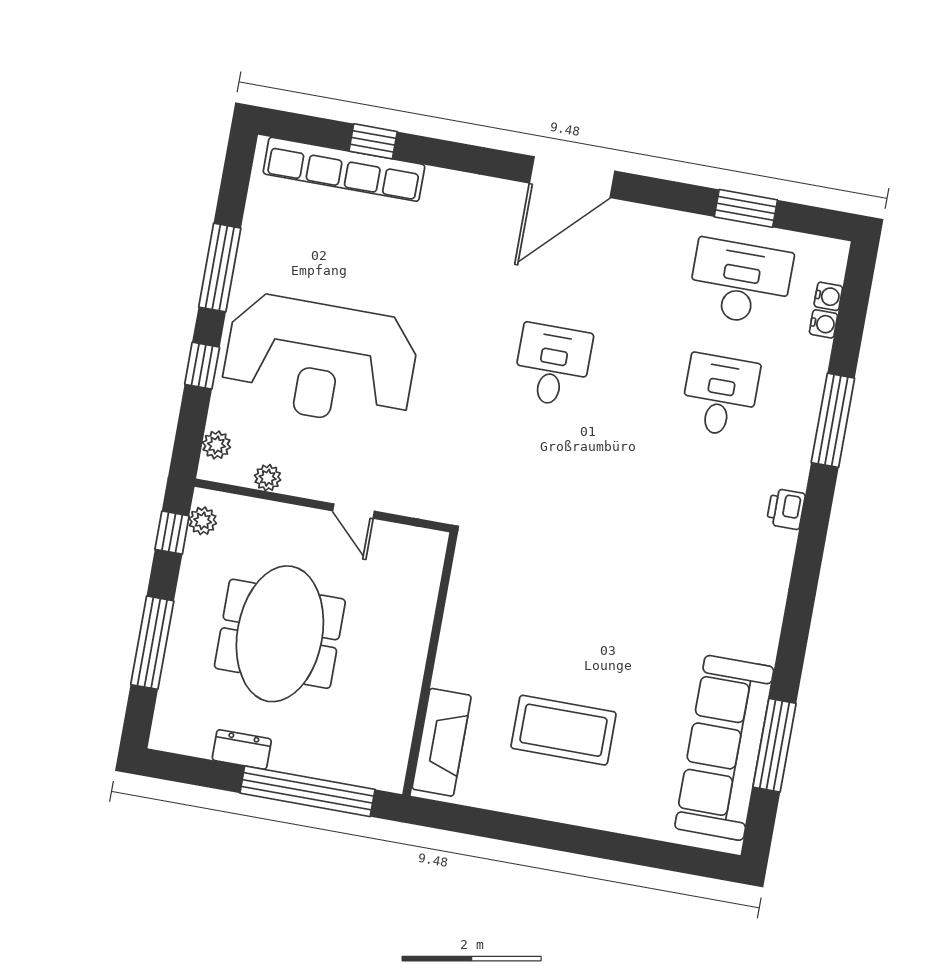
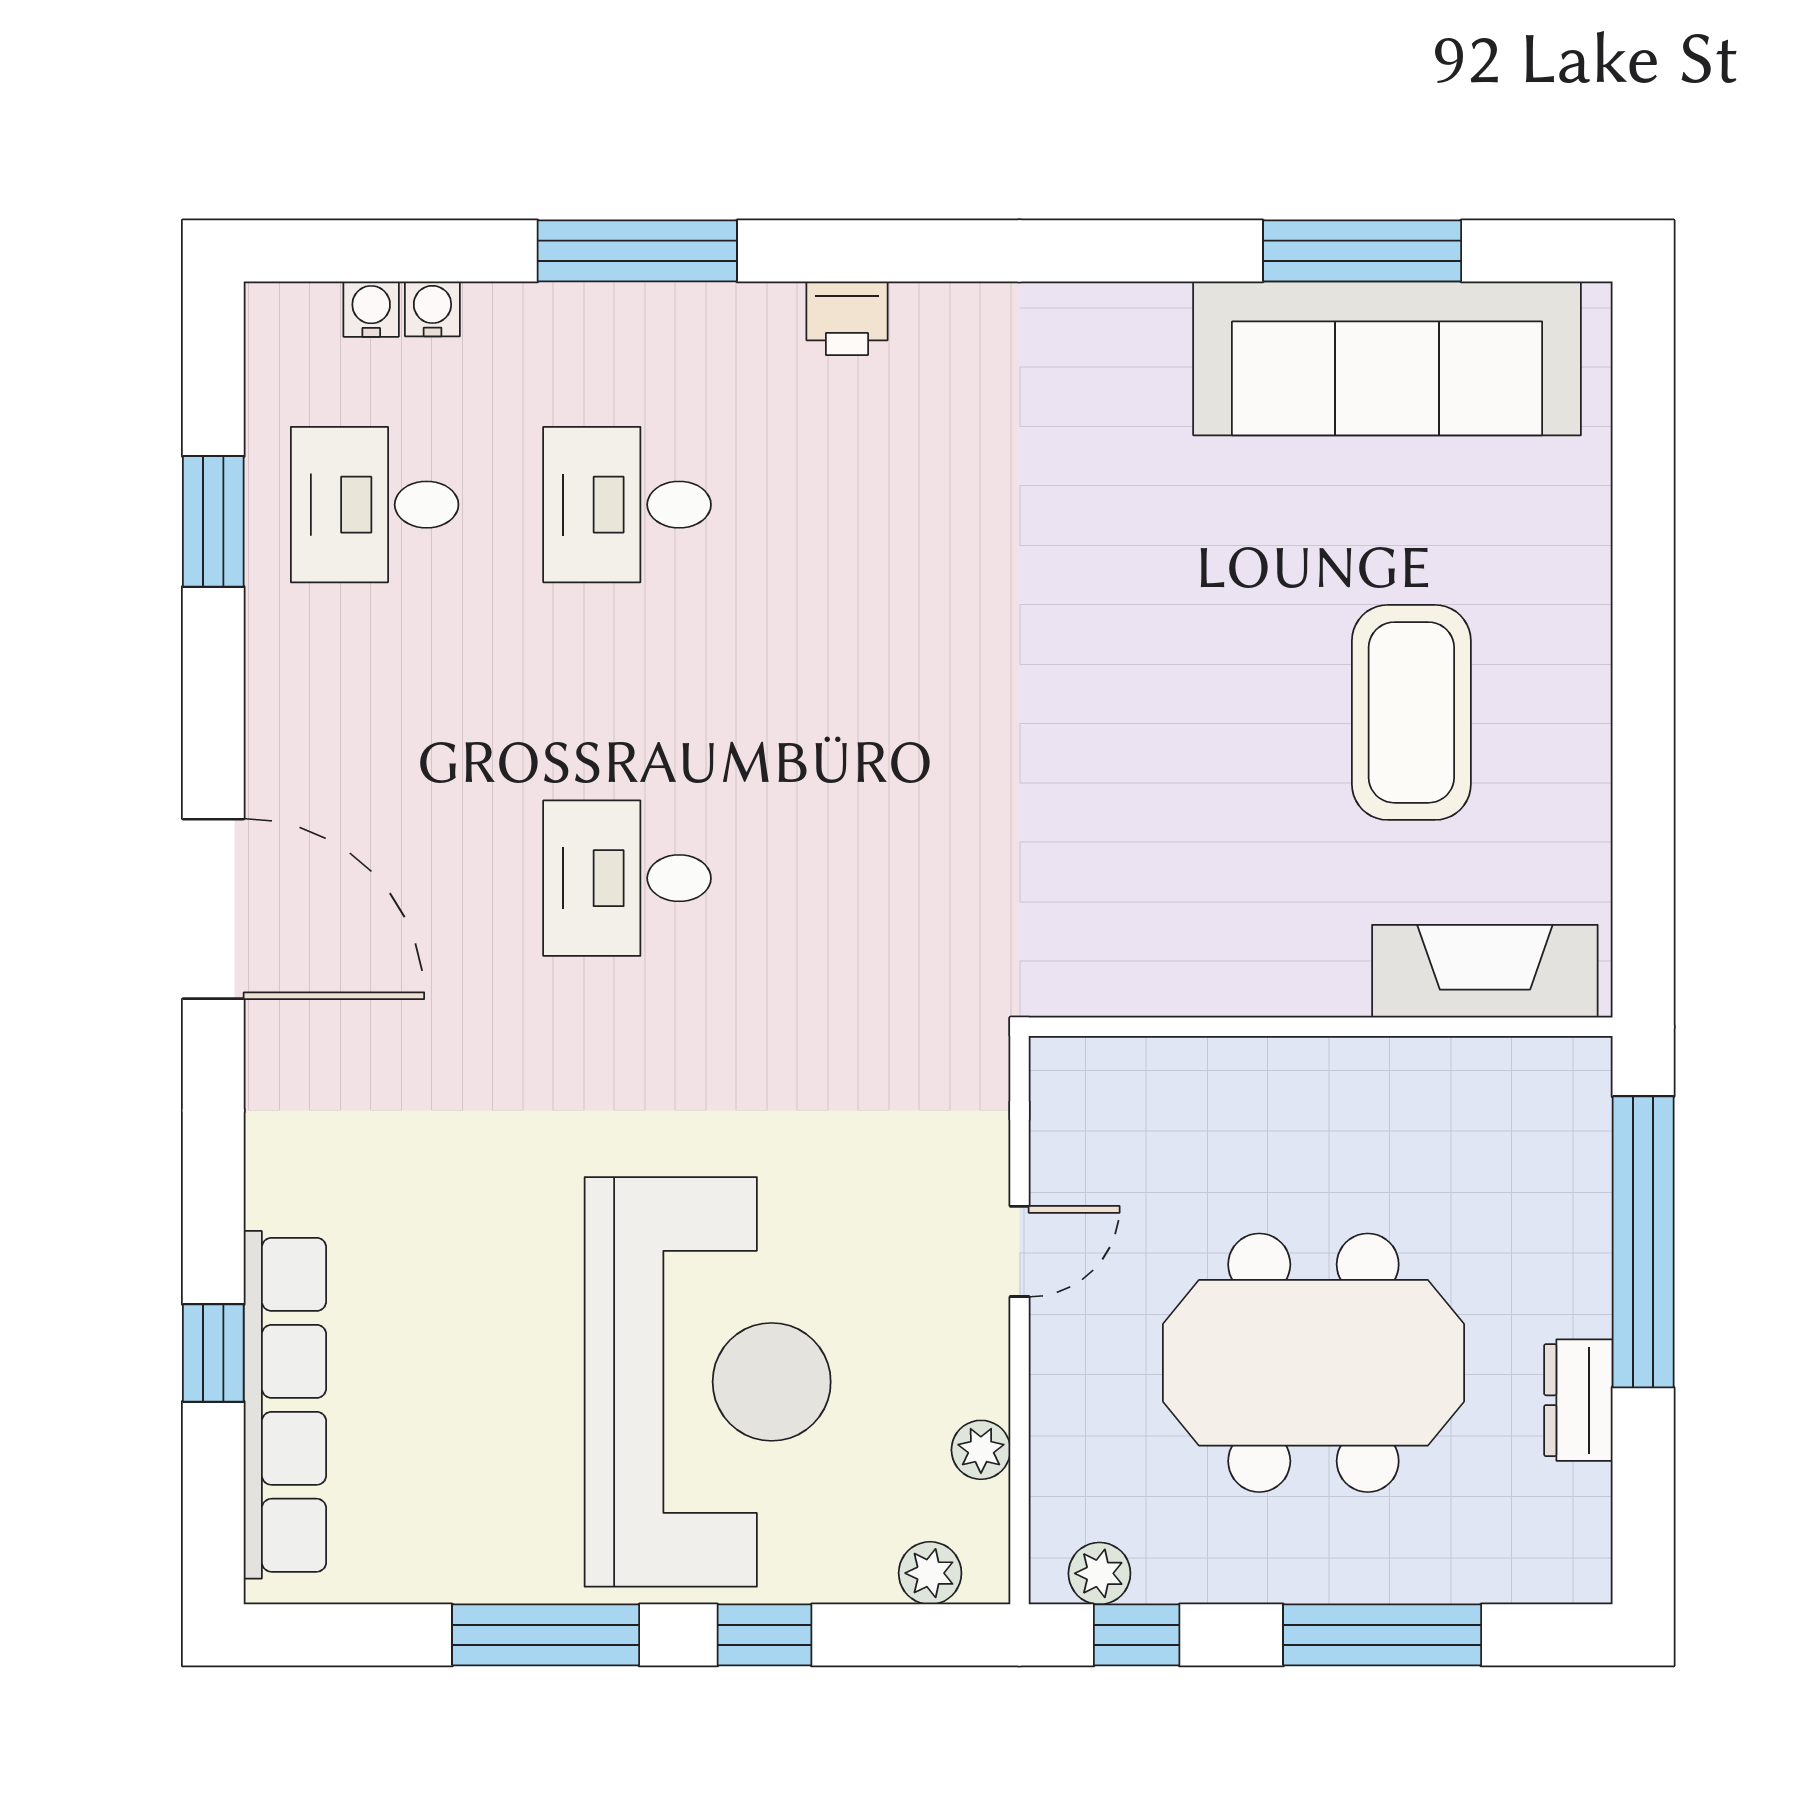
desk: (740, 282) -> (375, 505), width x0.73

